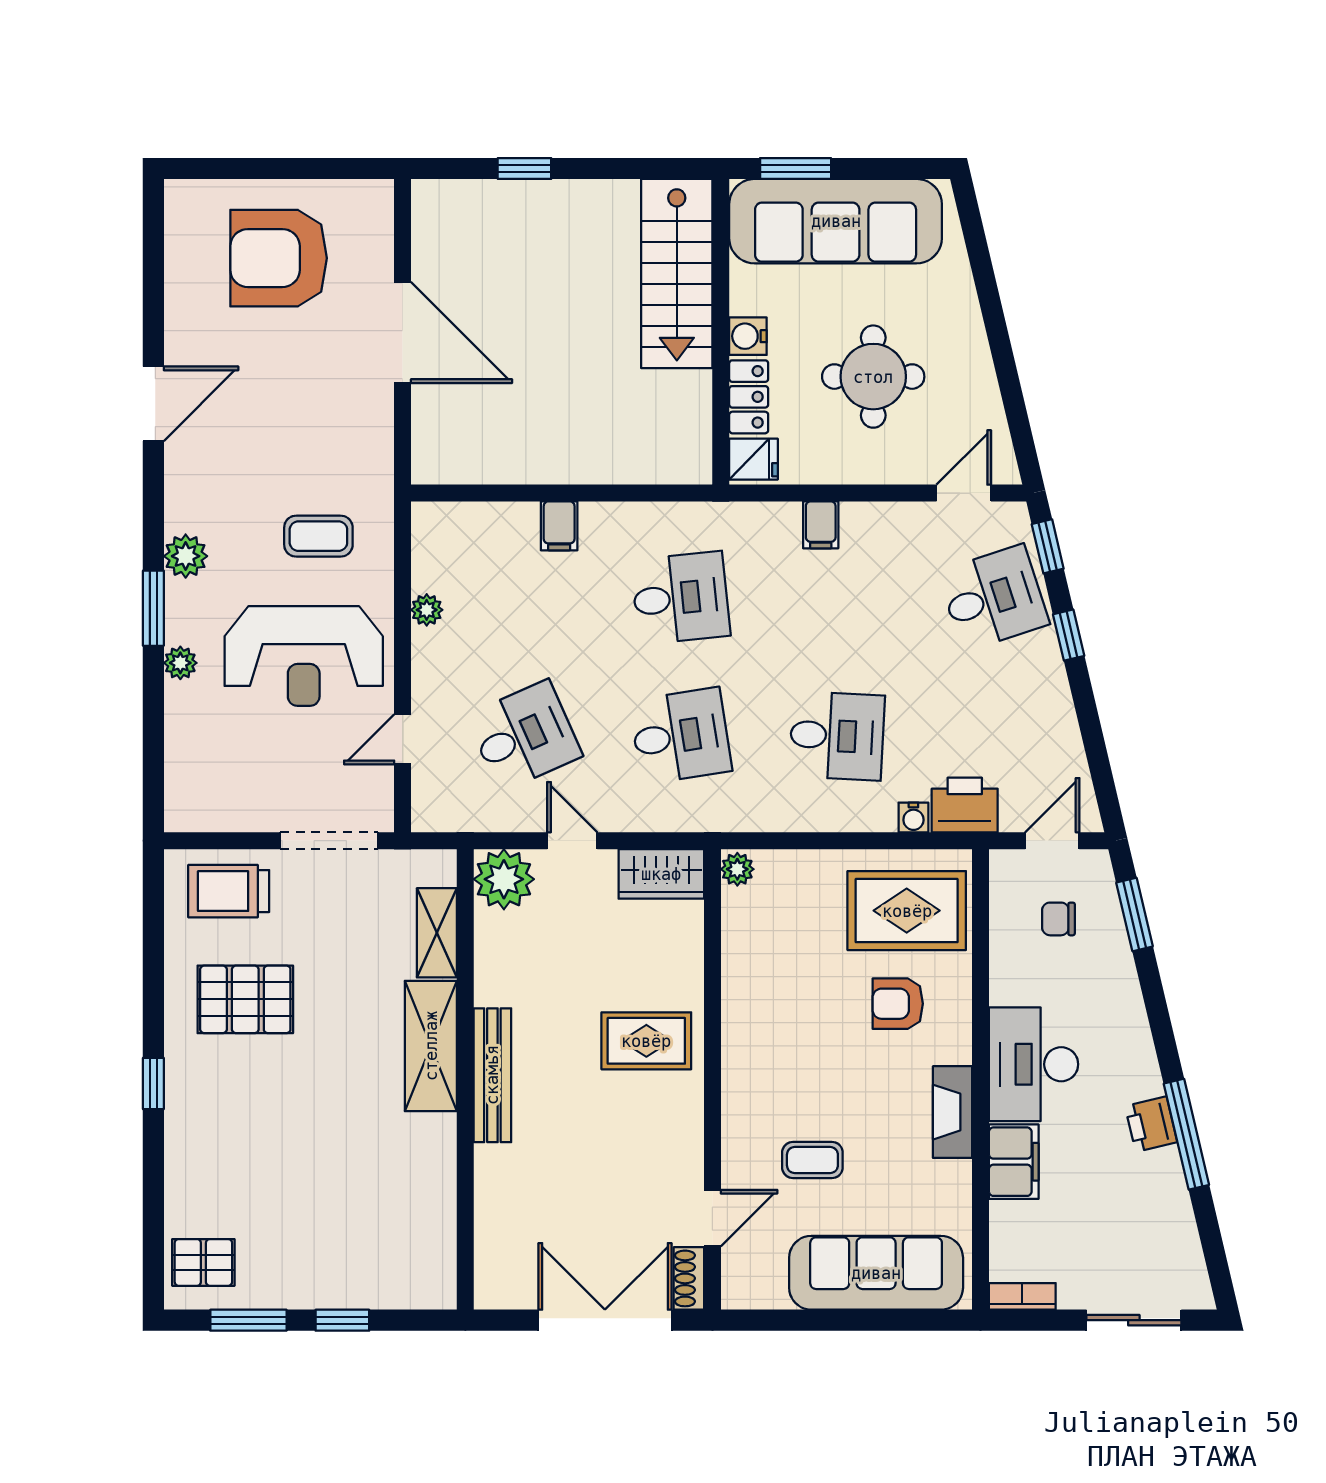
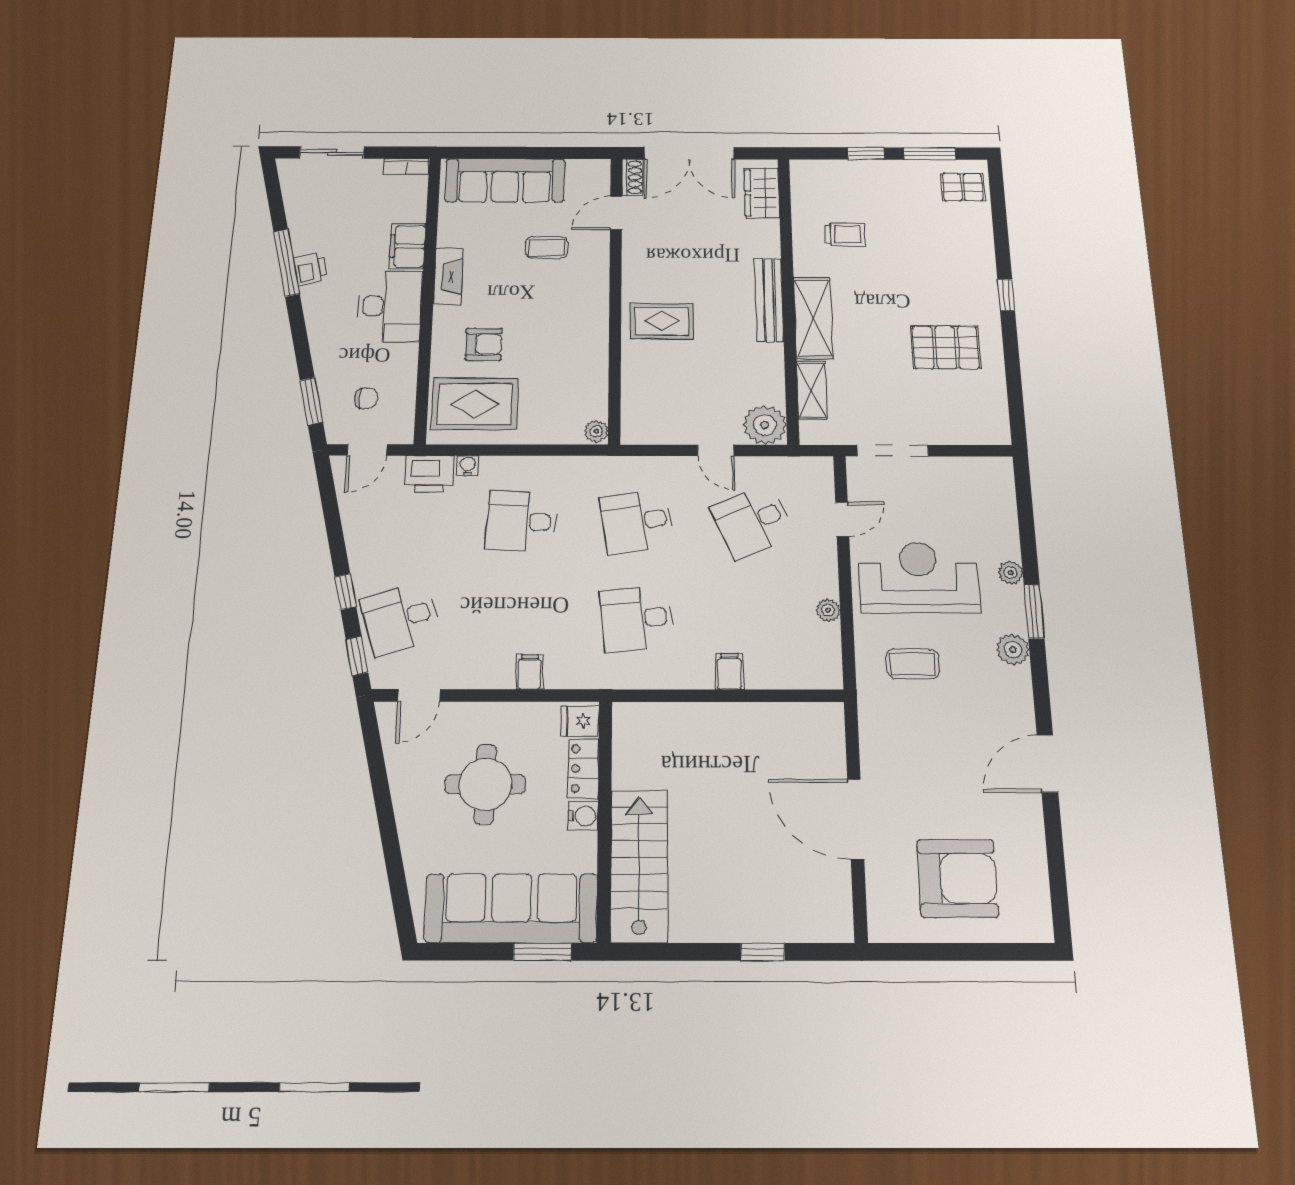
wardrobe: (661, 874) -> (762, 193), moved, turned -90
trolley: (229, 891) -> (845, 234), moved, width x0.73, depth x0.72

